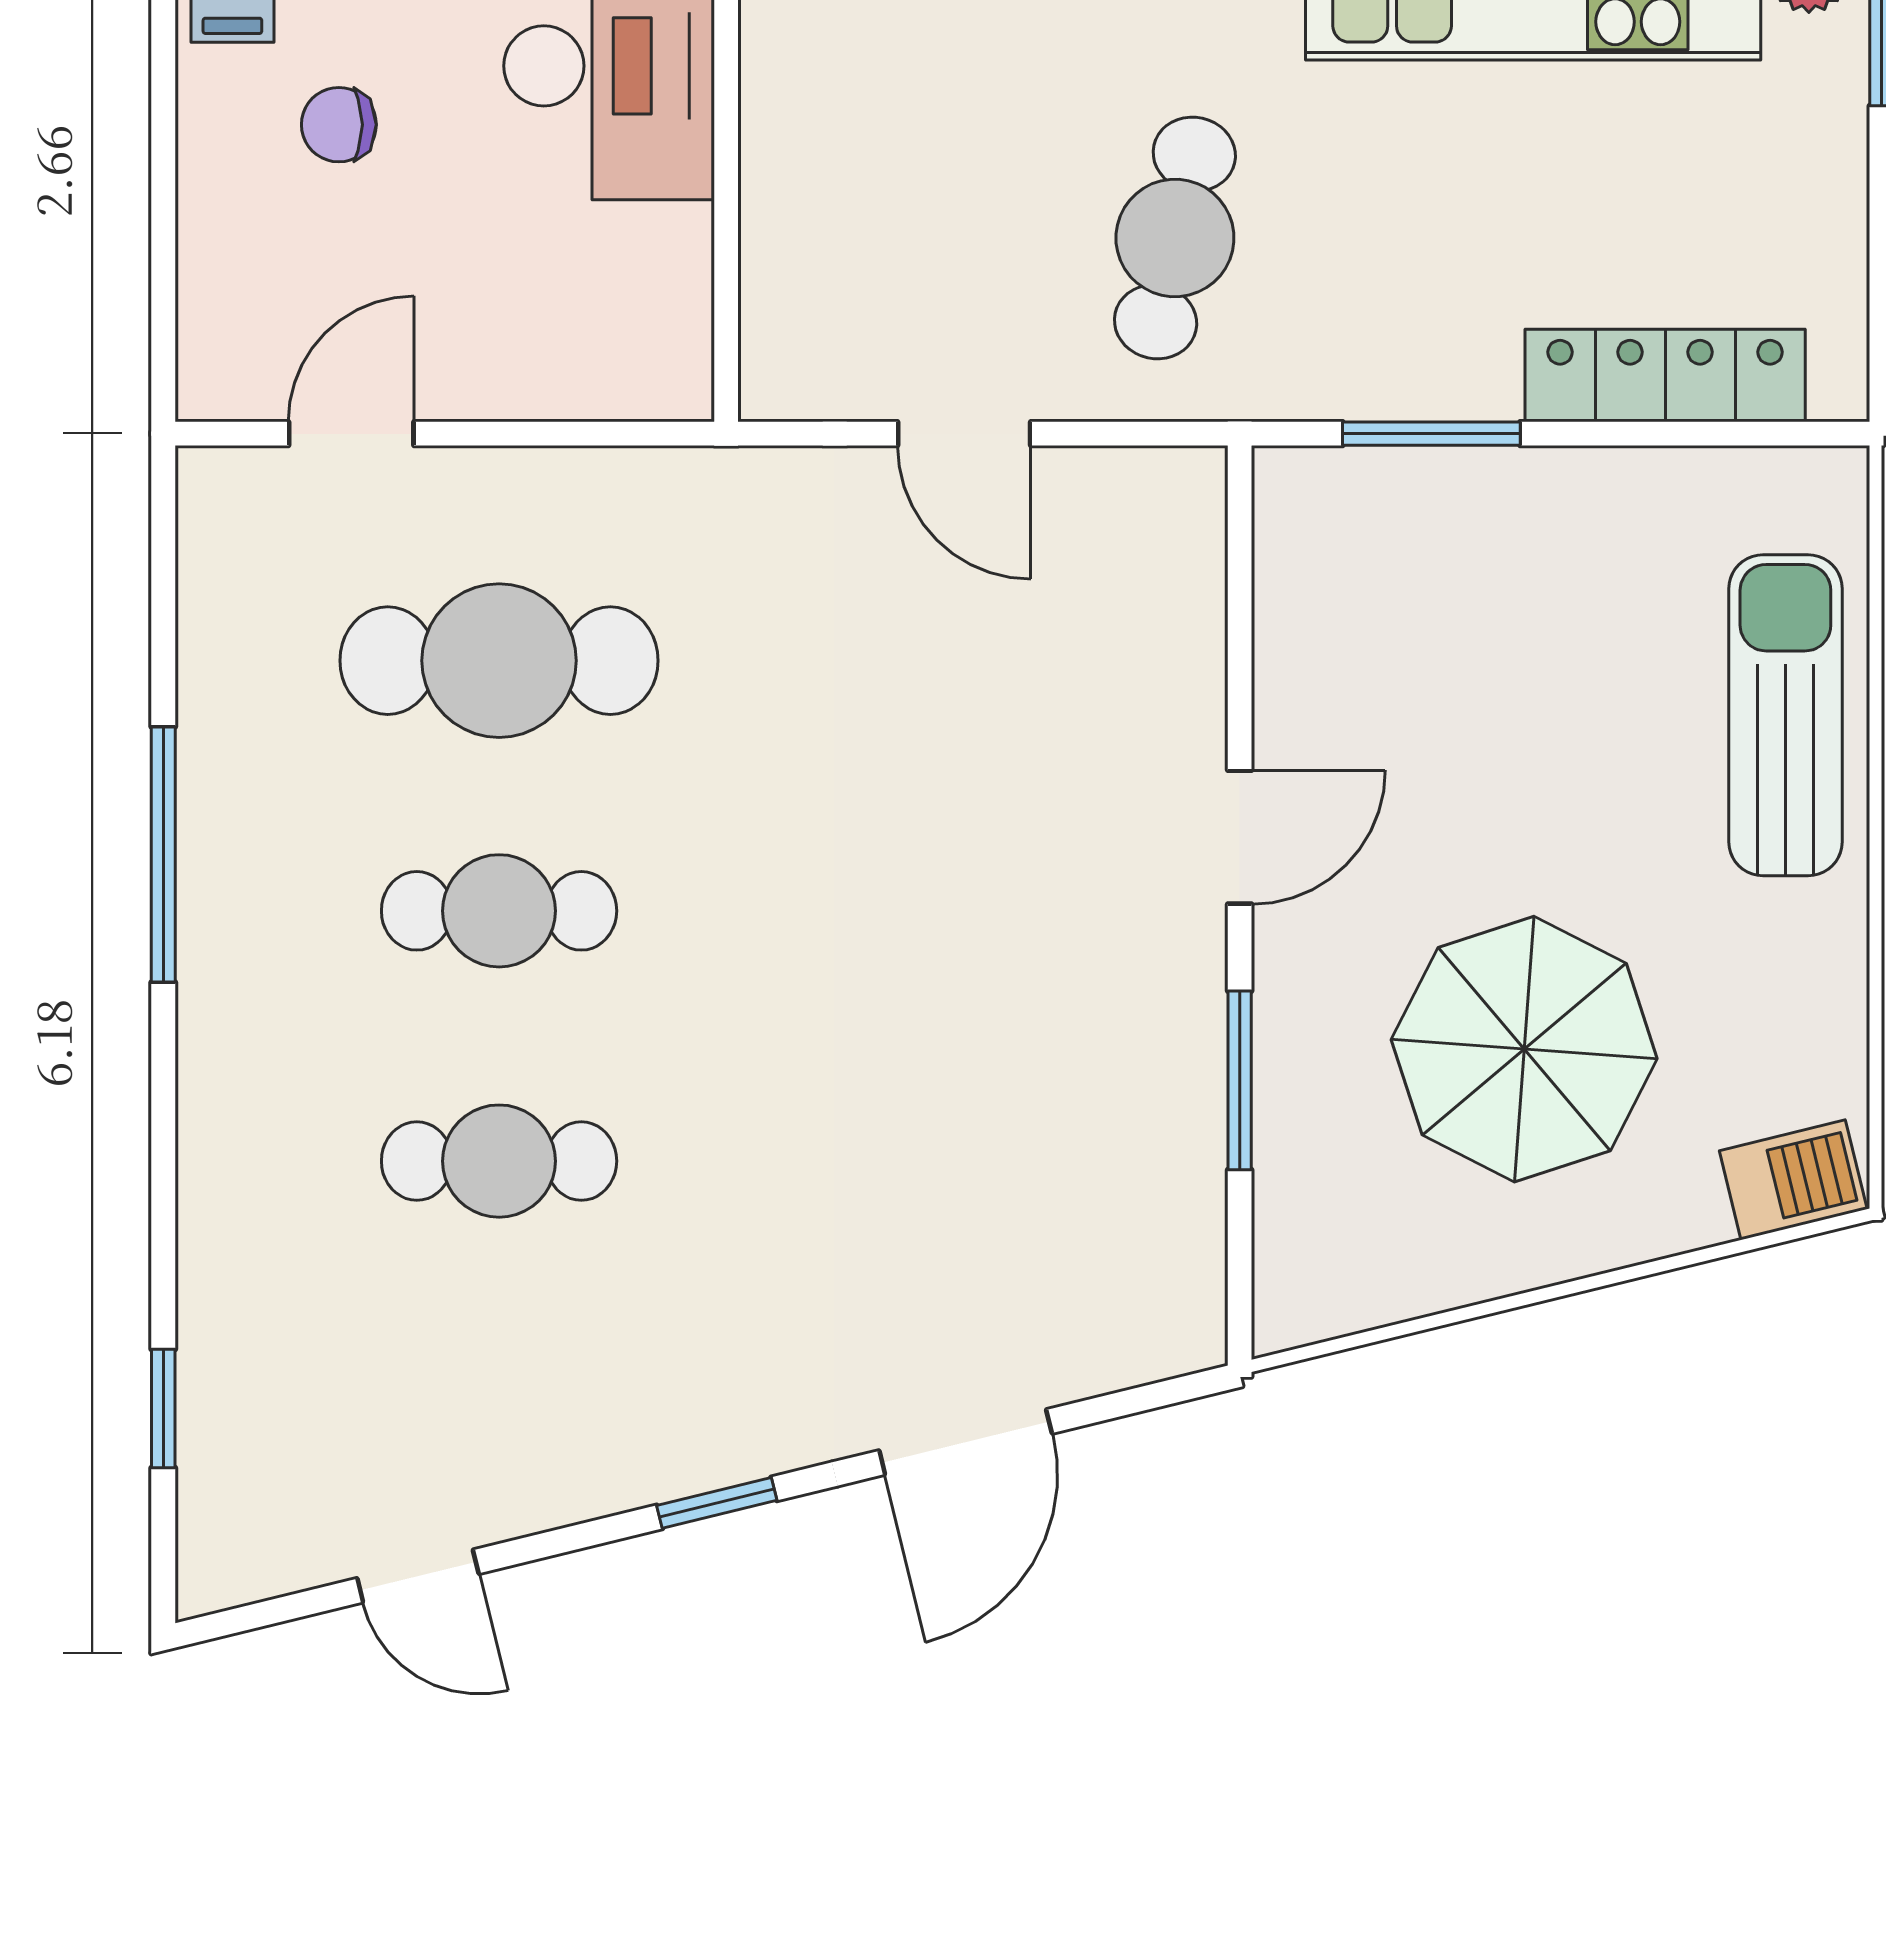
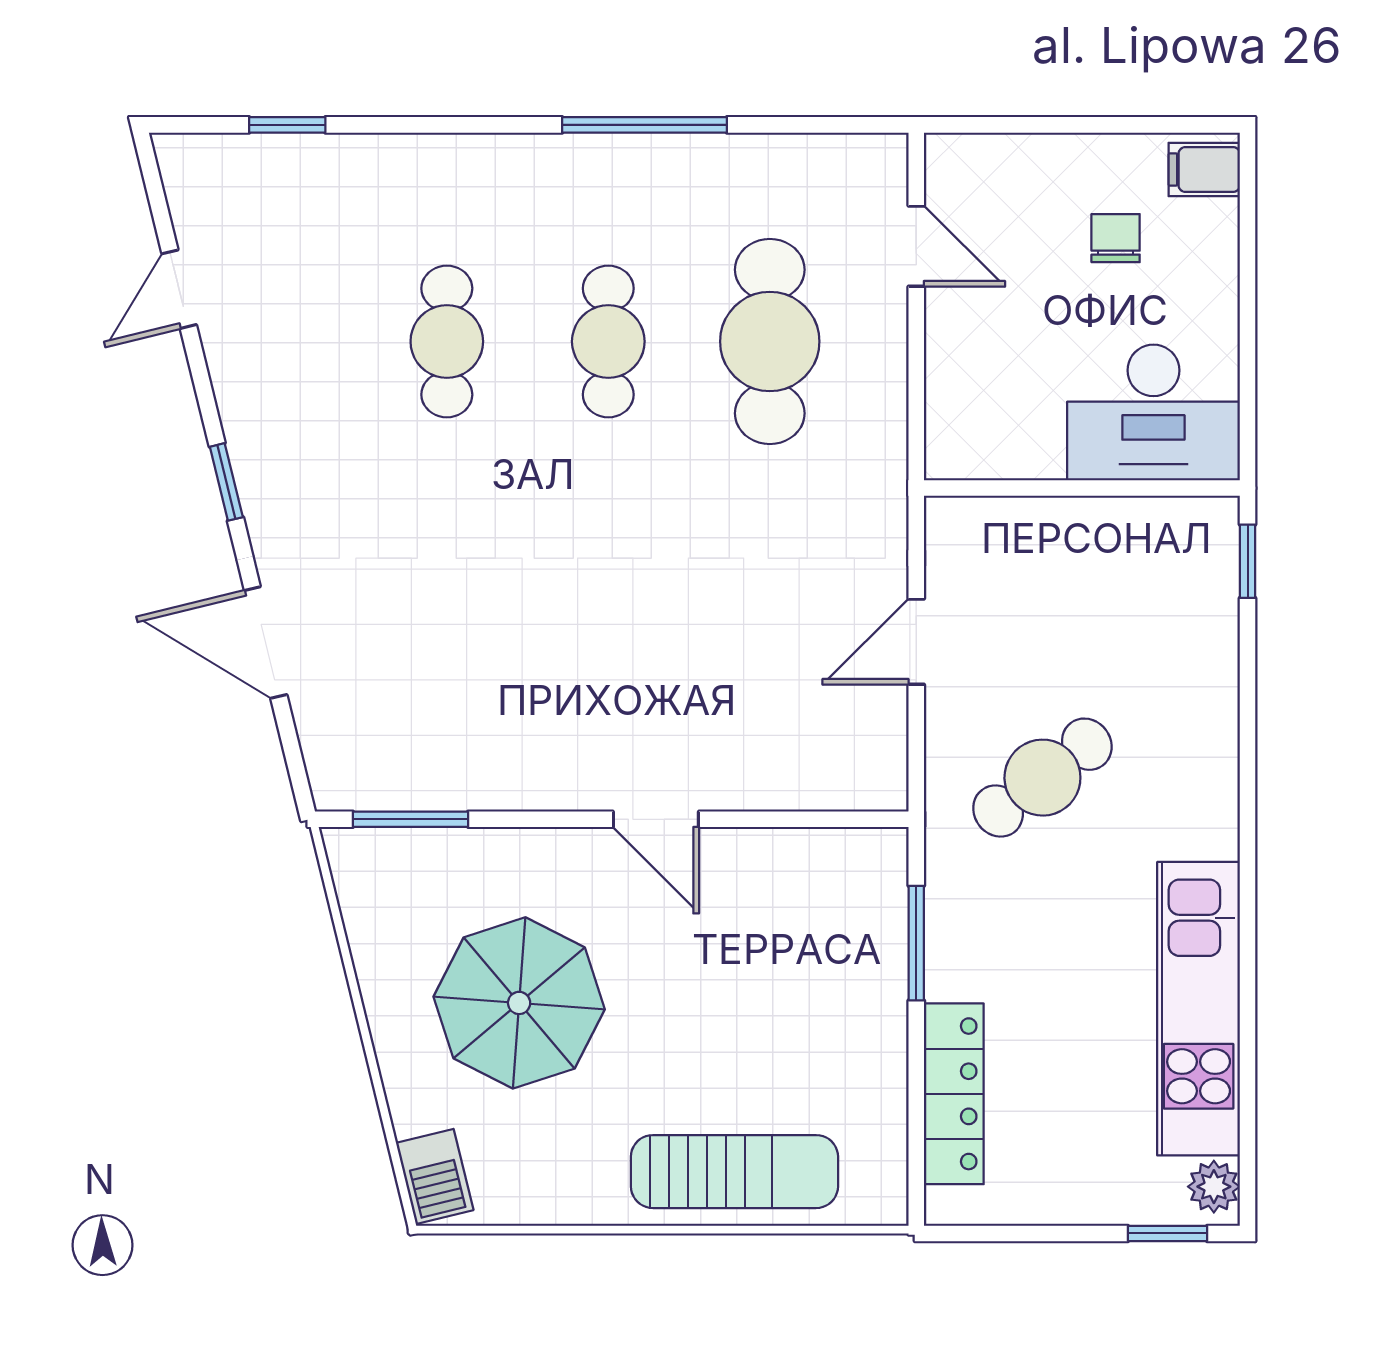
cafe table: (1175, 238) -> (1042, 778), turned -50
window: (1240, 1080) -> (410, 819), moved

